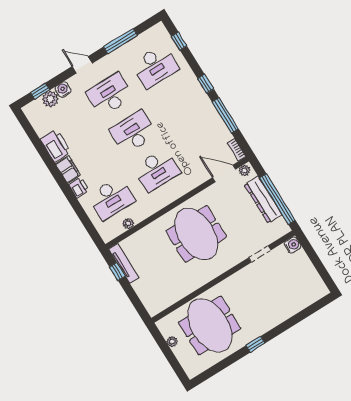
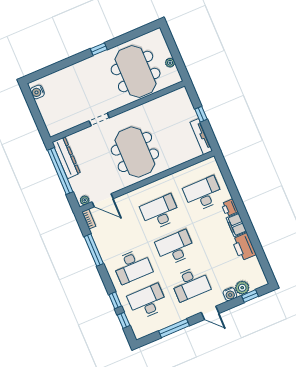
window: (206, 84) -> (115, 300), moved
desk: (179, 104) -> (132, 266), added
desk: (133, 132) -> (175, 248), turned 180
dresser: (263, 200) -> (66, 158), moved
plant: (128, 223) -> (192, 170), removed
water cooler: (293, 245) -> (37, 92), moved
doorway: (260, 254) -> (99, 119), moved
window: (117, 271) -> (201, 114), moved

